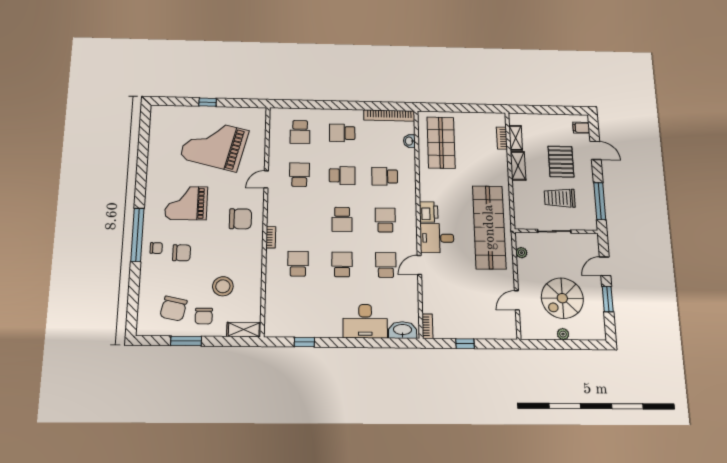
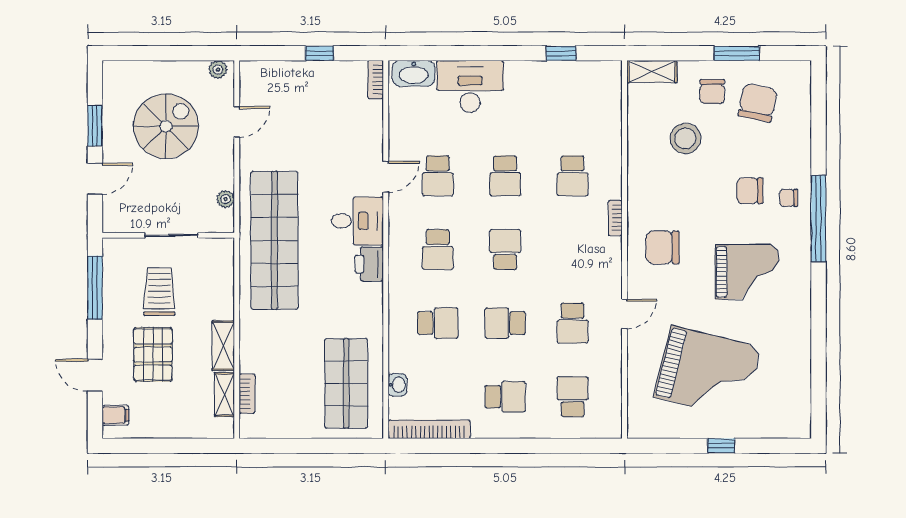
trolley: (560, 198) -> (159, 292), turned -90
chair: (204, 316) -> (712, 92), turned 180
plant: (563, 334) -> (218, 70), moved

